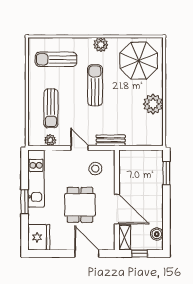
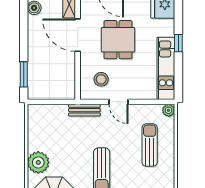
plant: (153, 104) -> (38, 162), moved
plant: (50, 140) -> (169, 110), moved
window: (25, 202) -> (178, 43), width x0.67

